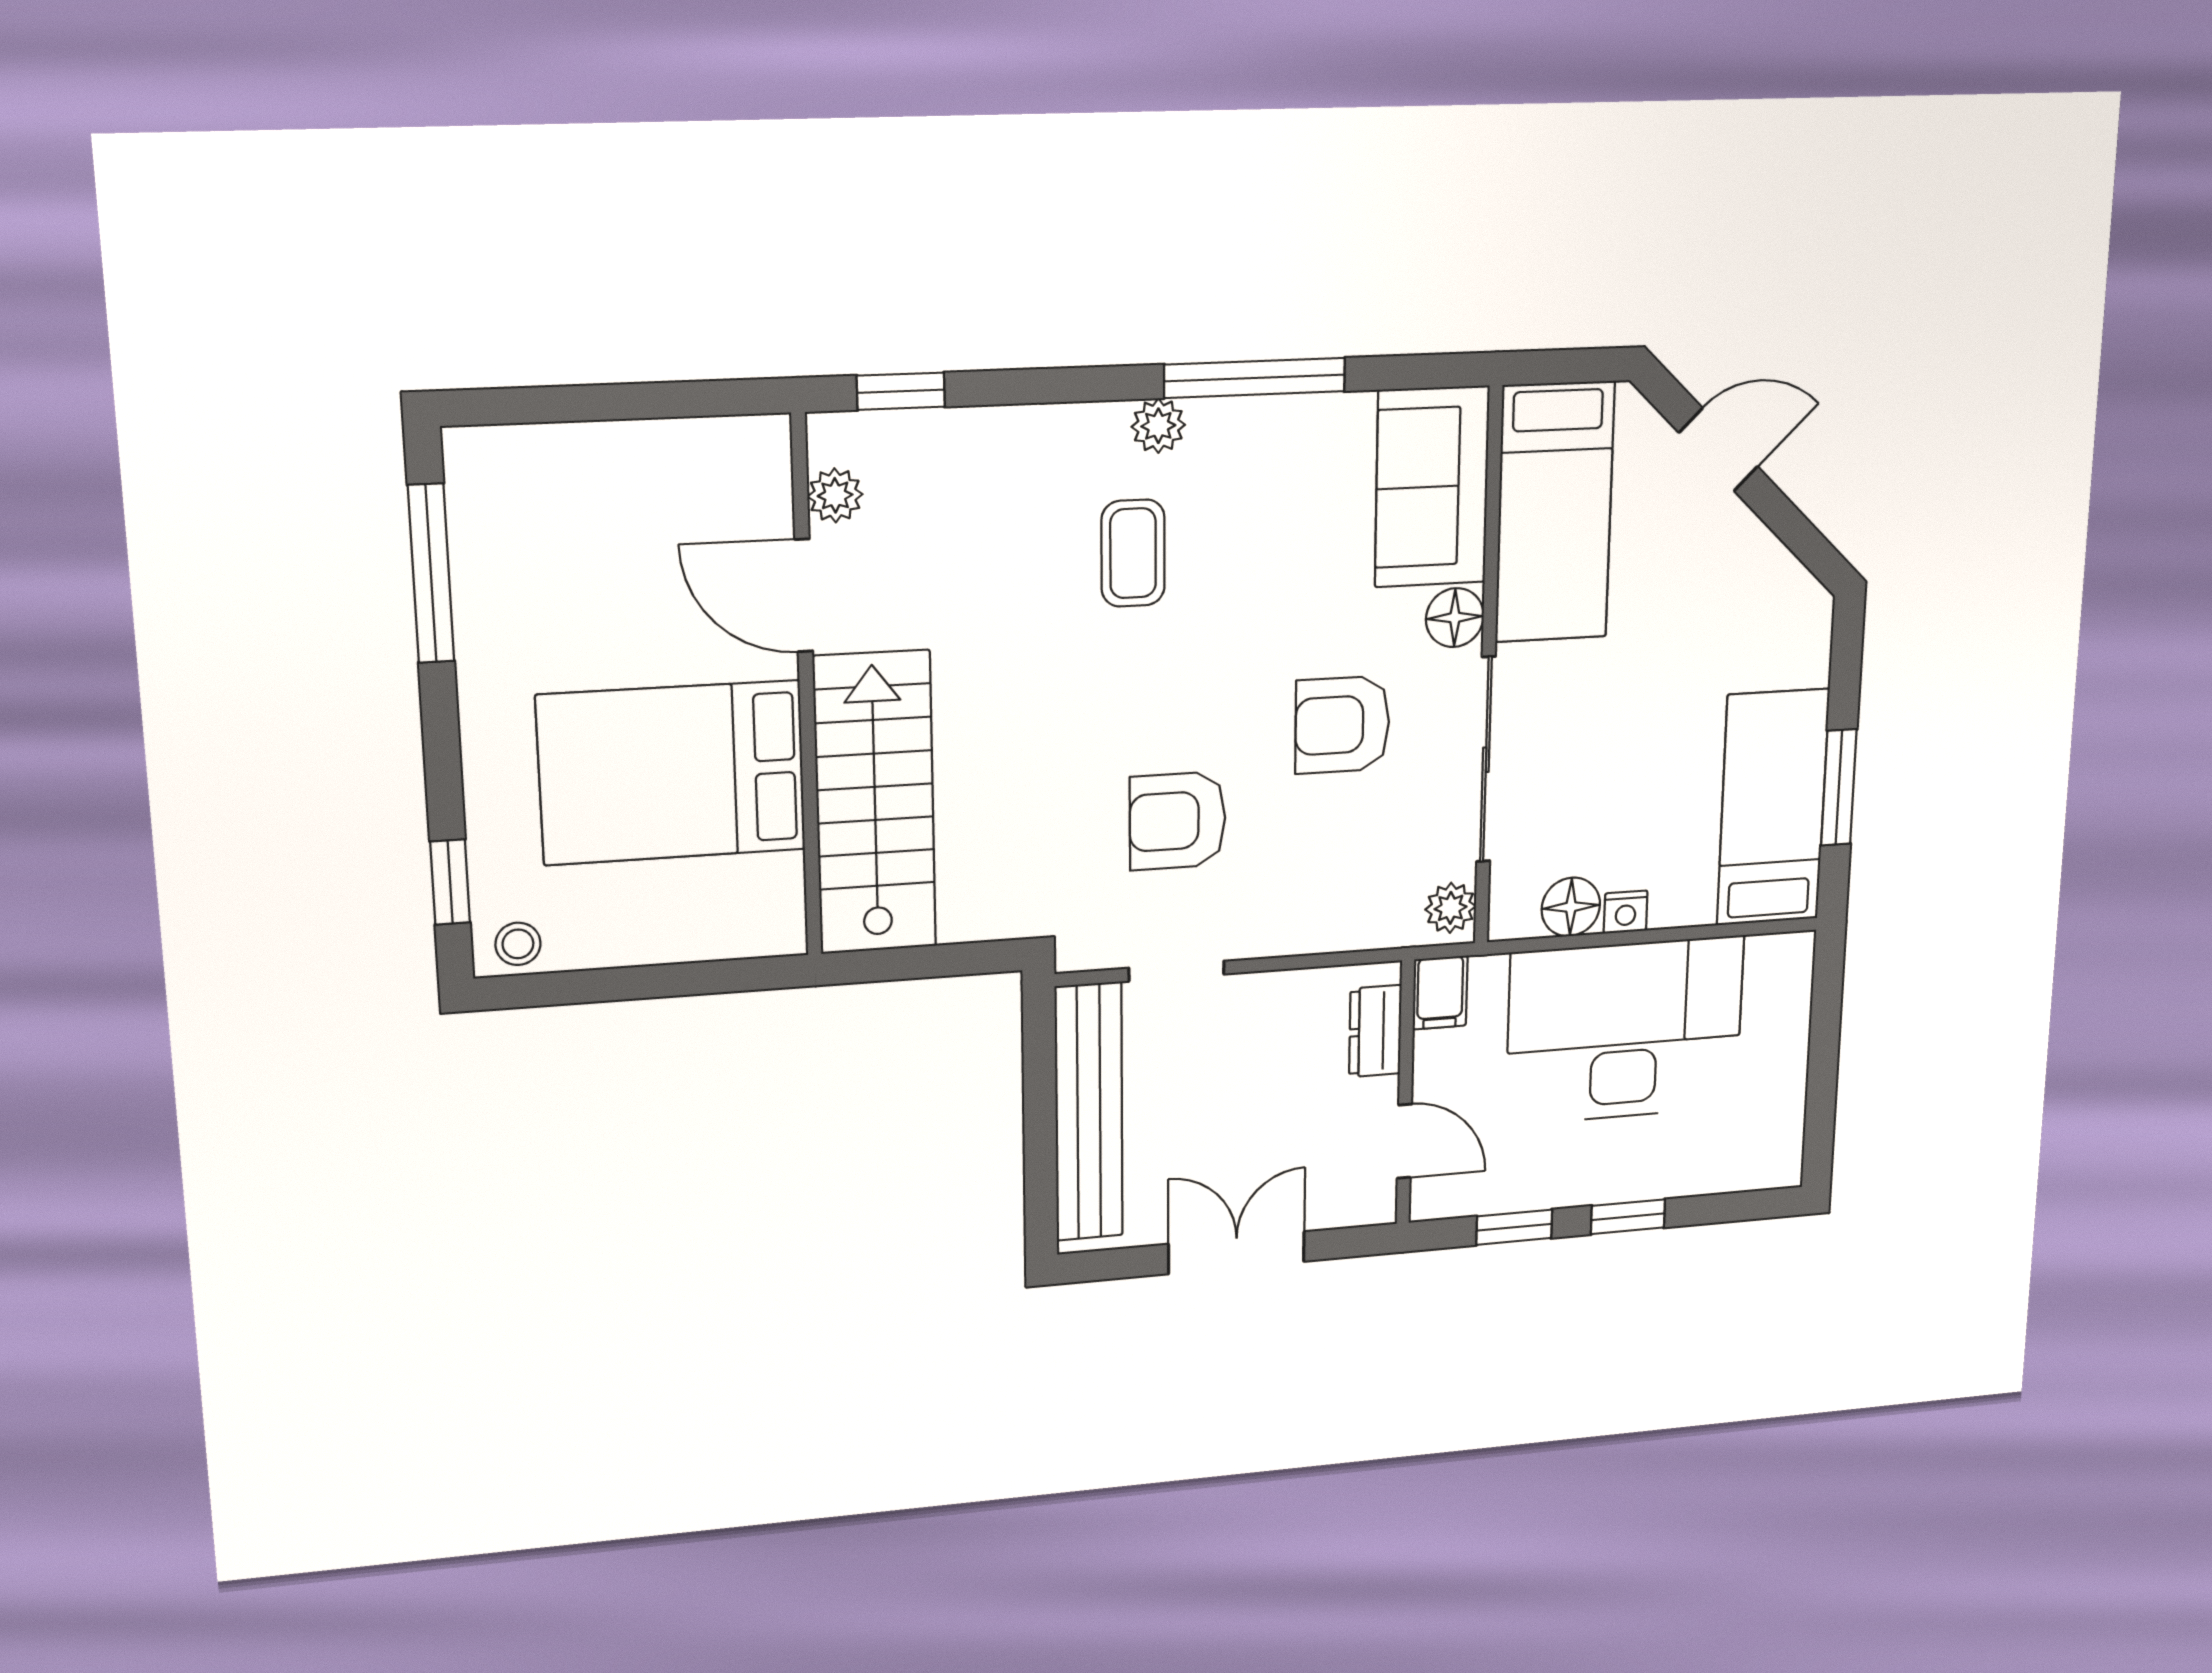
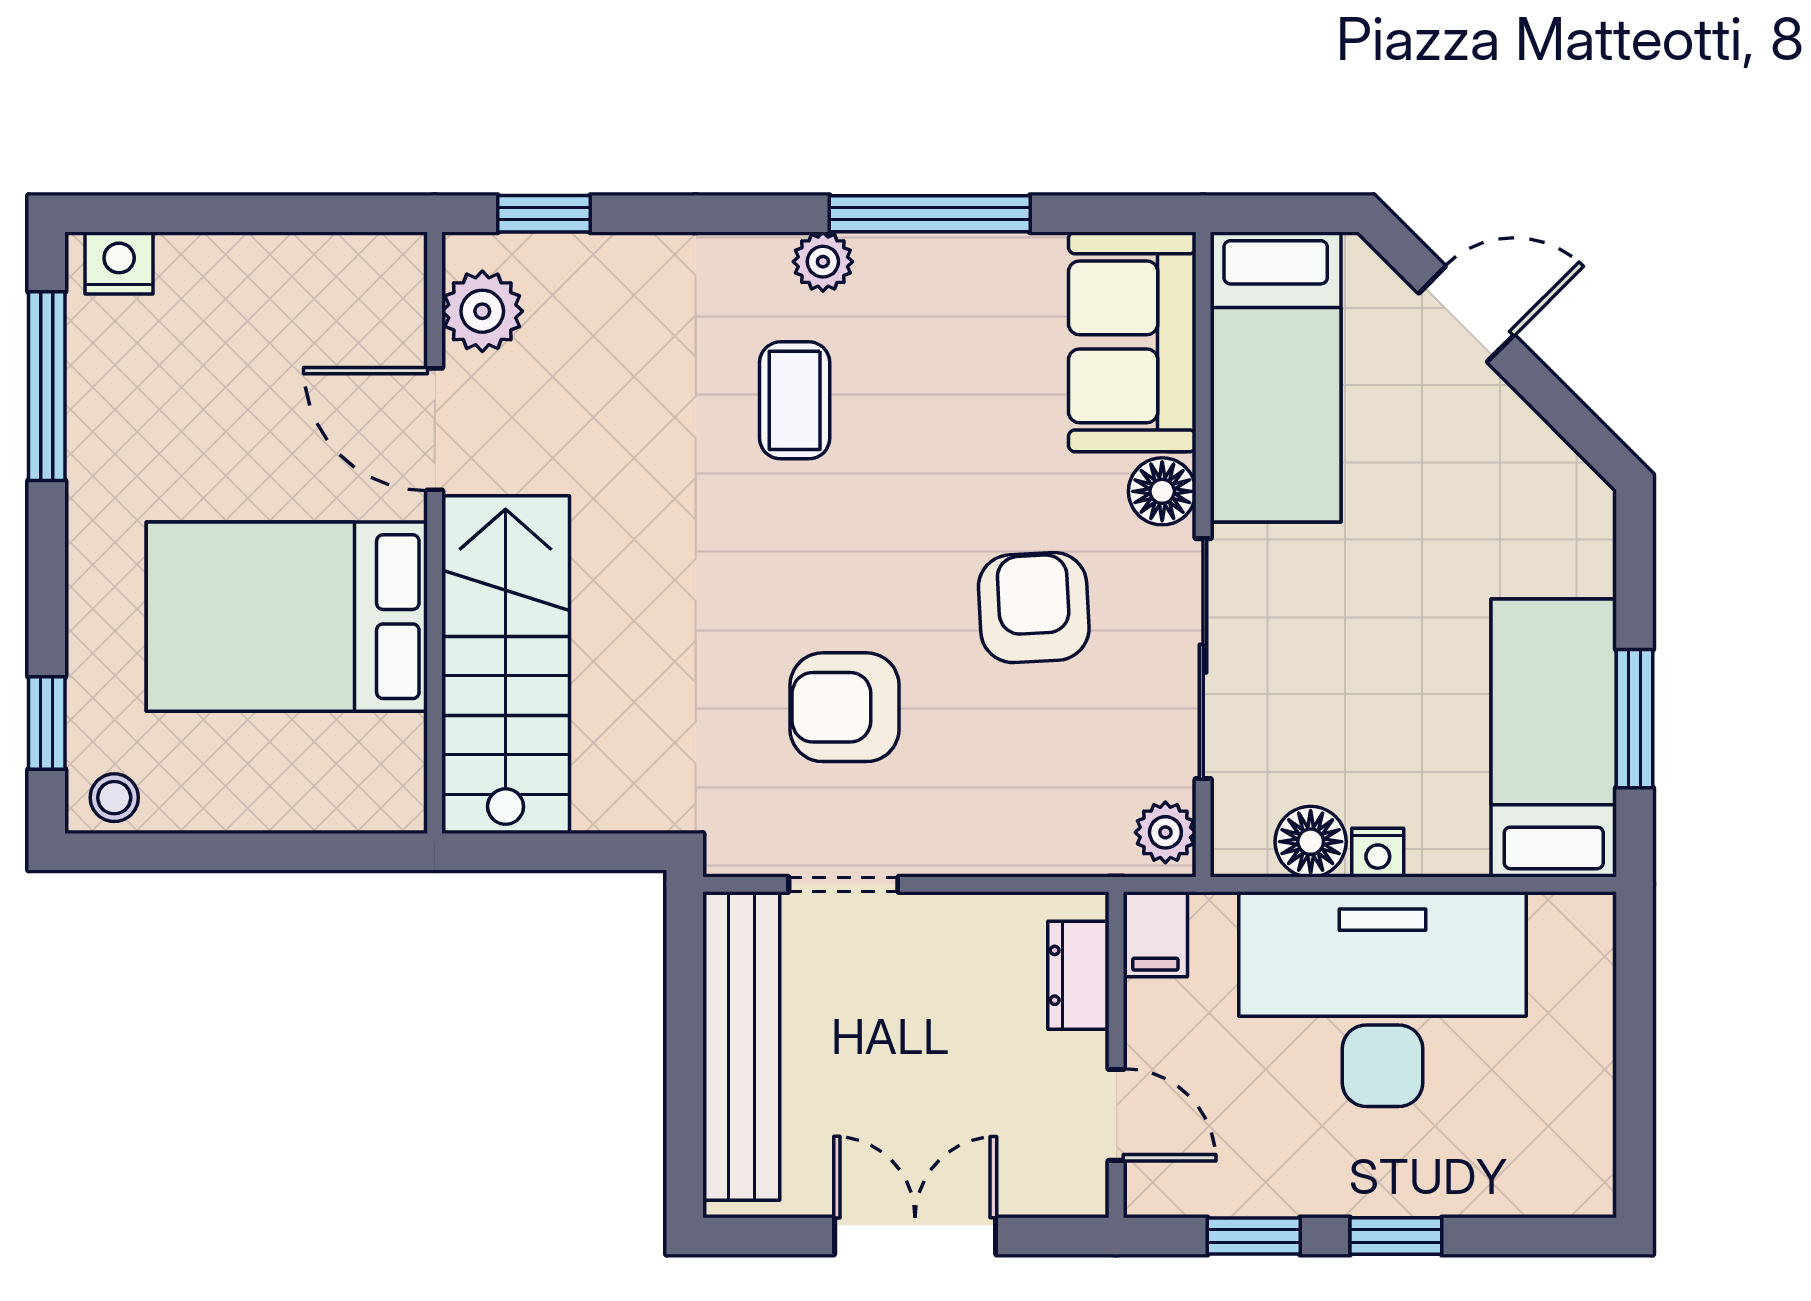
nightstand: (495, 454) -> (119, 263), added
plant: (835, 495) -> (482, 311), width x1.38, depth x1.38
armchair: (1342, 725) -> (1034, 608), turned 87

